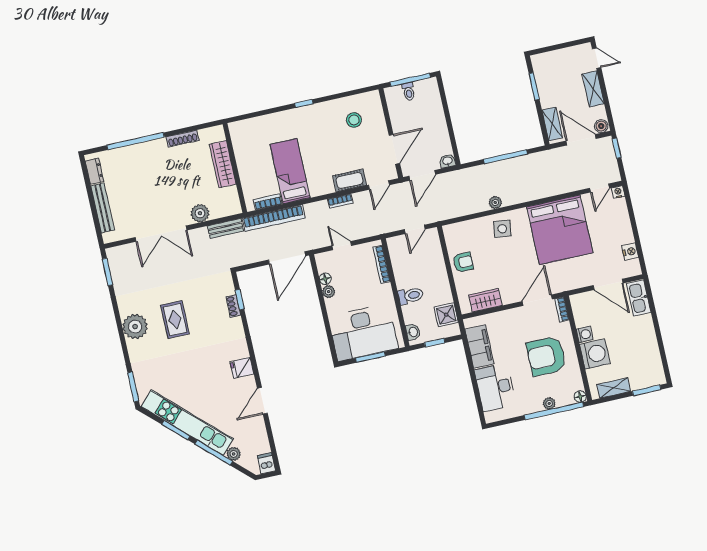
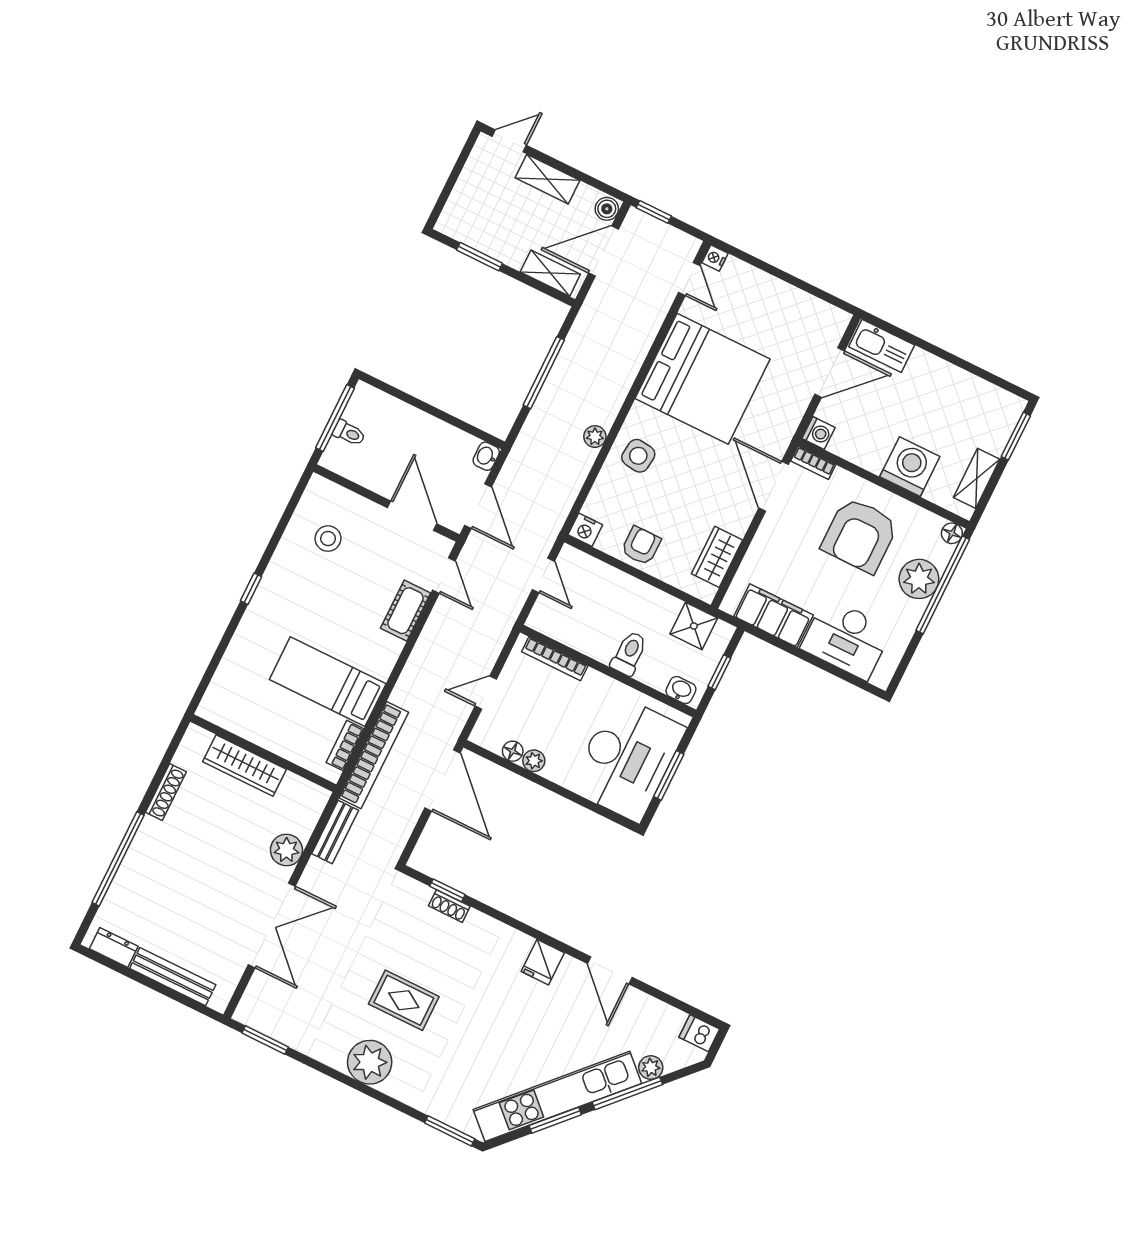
bookcase: (340, 201) -> (423, 646), removed
nightstand: (630, 252) -> (585, 530), moved, turned 180
washing machine: (585, 334) -> (818, 433), moved, turned 90
plant: (549, 403) -> (919, 579), width x1.88, depth x1.88

